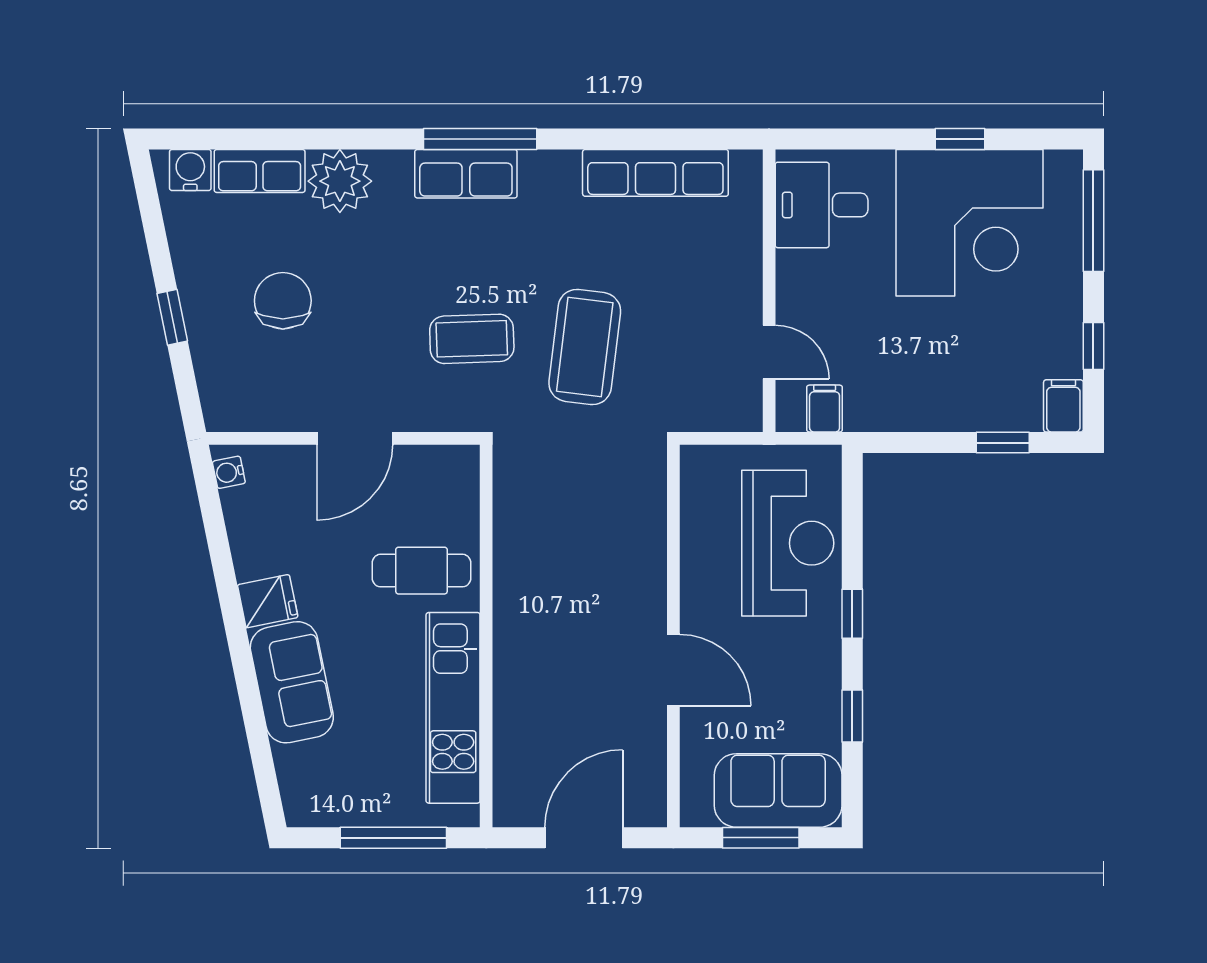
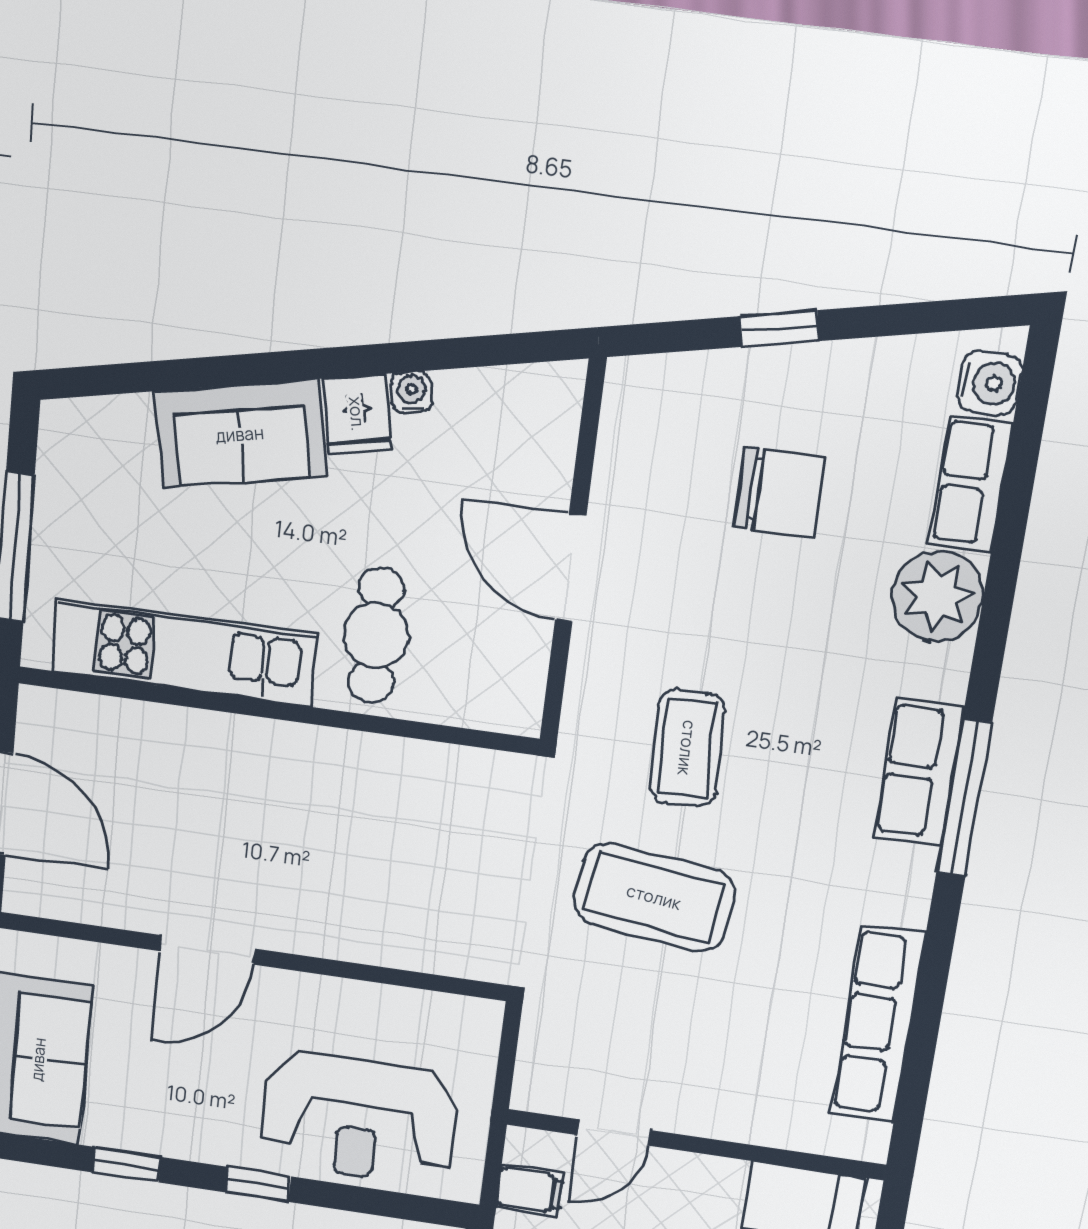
water cooler: (229, 472) -> (412, 392), moved

